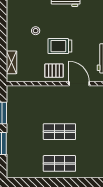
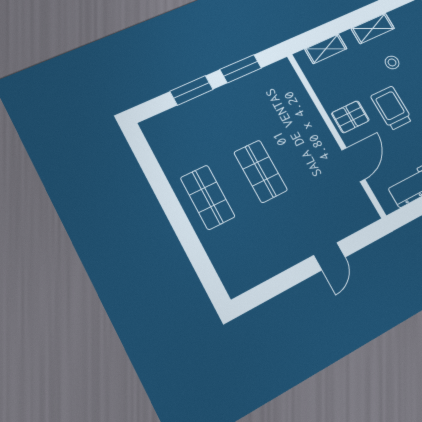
shelving: (12, 30) -> (373, 28), added
pallet: (54, 71) -> (350, 117), turned 90

